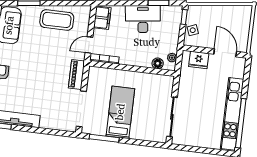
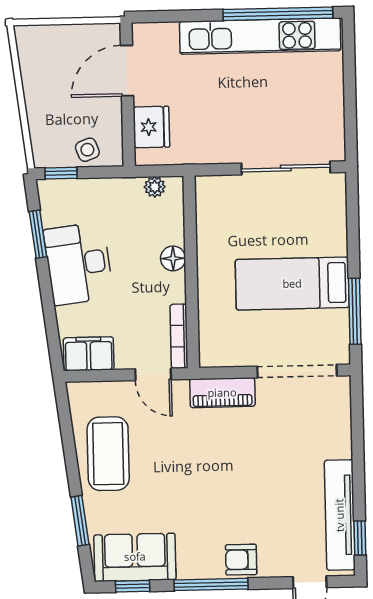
floor lamp: (158, 63) -> (173, 258), moved

